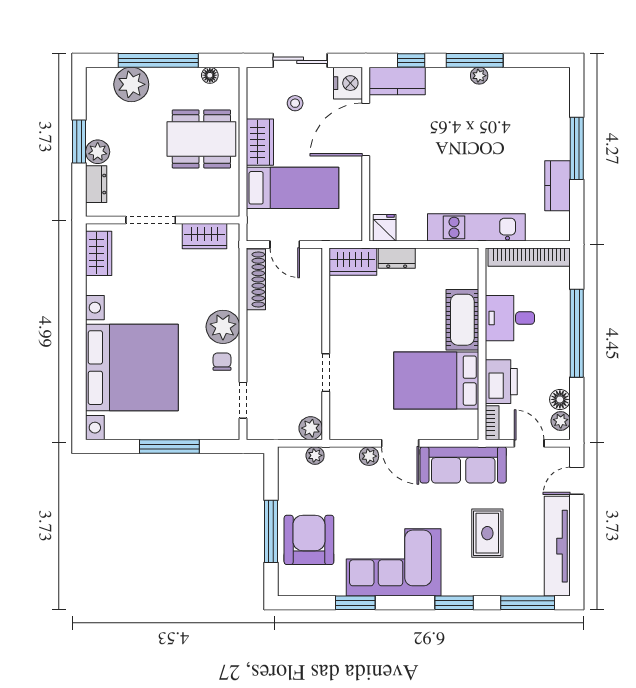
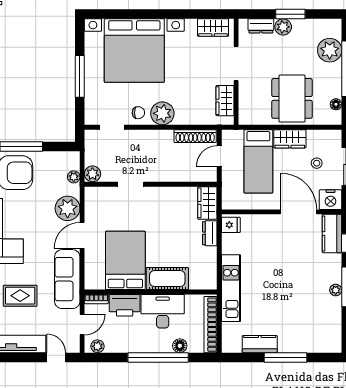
desk: (510, 318) -> (163, 311), width x1.37
floor lamp: (560, 399) -> (180, 346), moved
plant: (369, 456) -> (68, 208), width x1.87, depth x1.87

